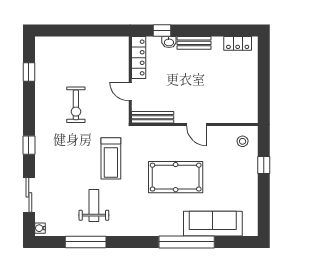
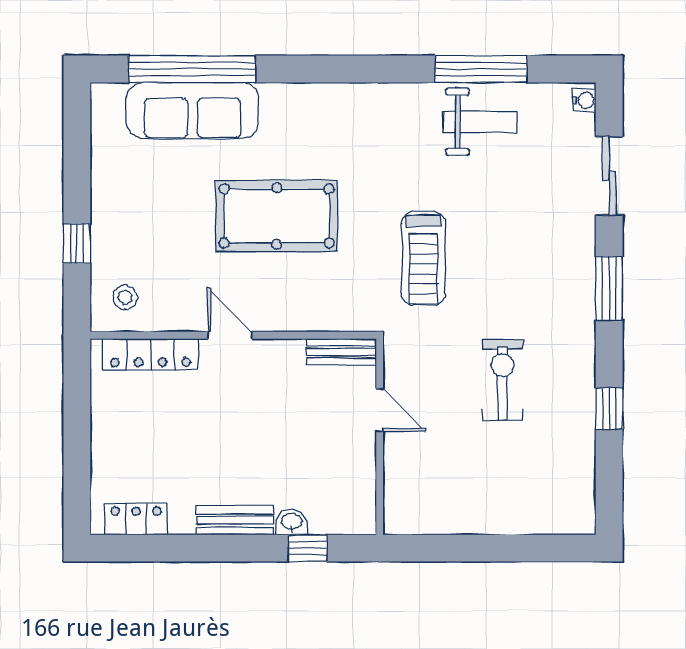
locker: (139, 58) -> (150, 354), moved, turned -90
window: (29, 72) -> (609, 409), moved
bench: (153, 117) -> (341, 352), width x0.73
window: (29, 145) -> (609, 288), width x1.50
treadmill: (111, 158) -> (423, 258), turned 180
weight bench: (94, 205) -> (480, 122), moved, turned -90
window: (187, 242) -> (192, 69), moved

